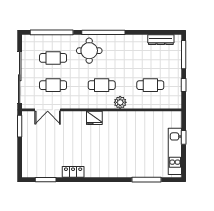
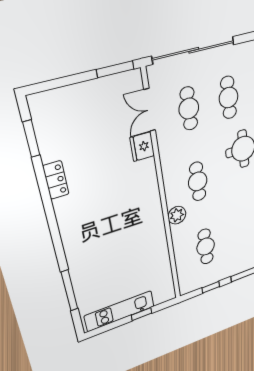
fridge: (94, 118) -> (142, 147), moved

